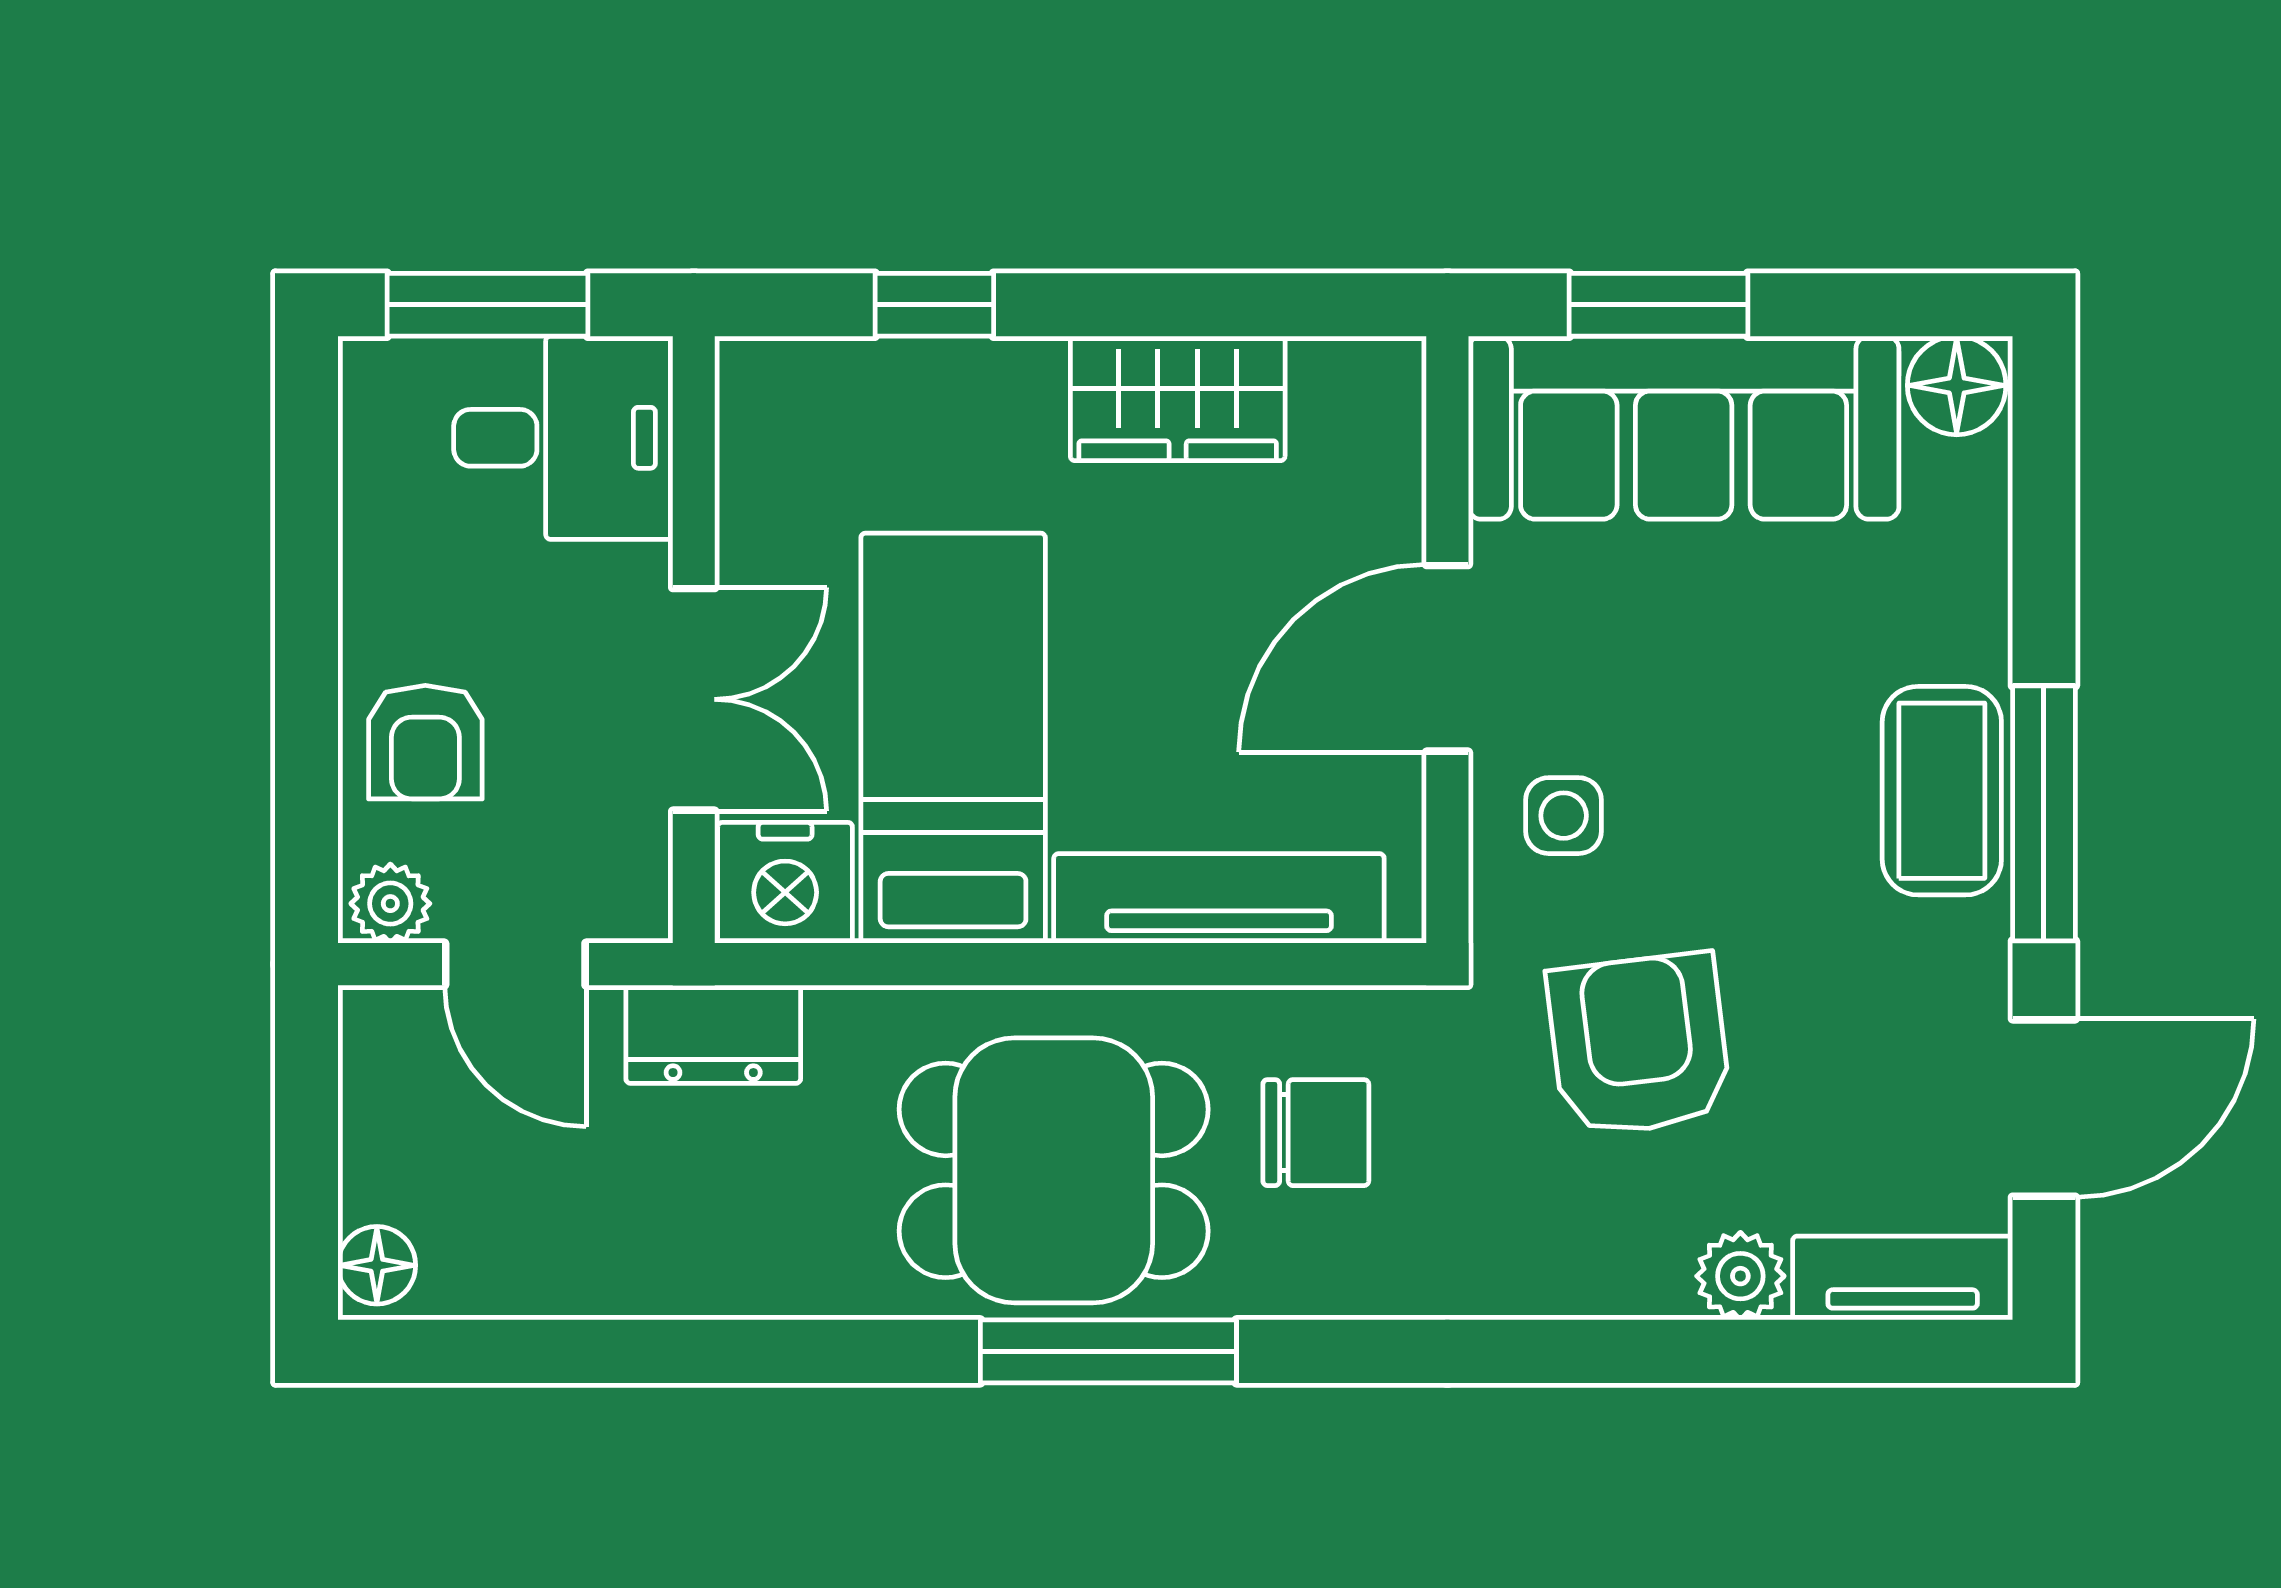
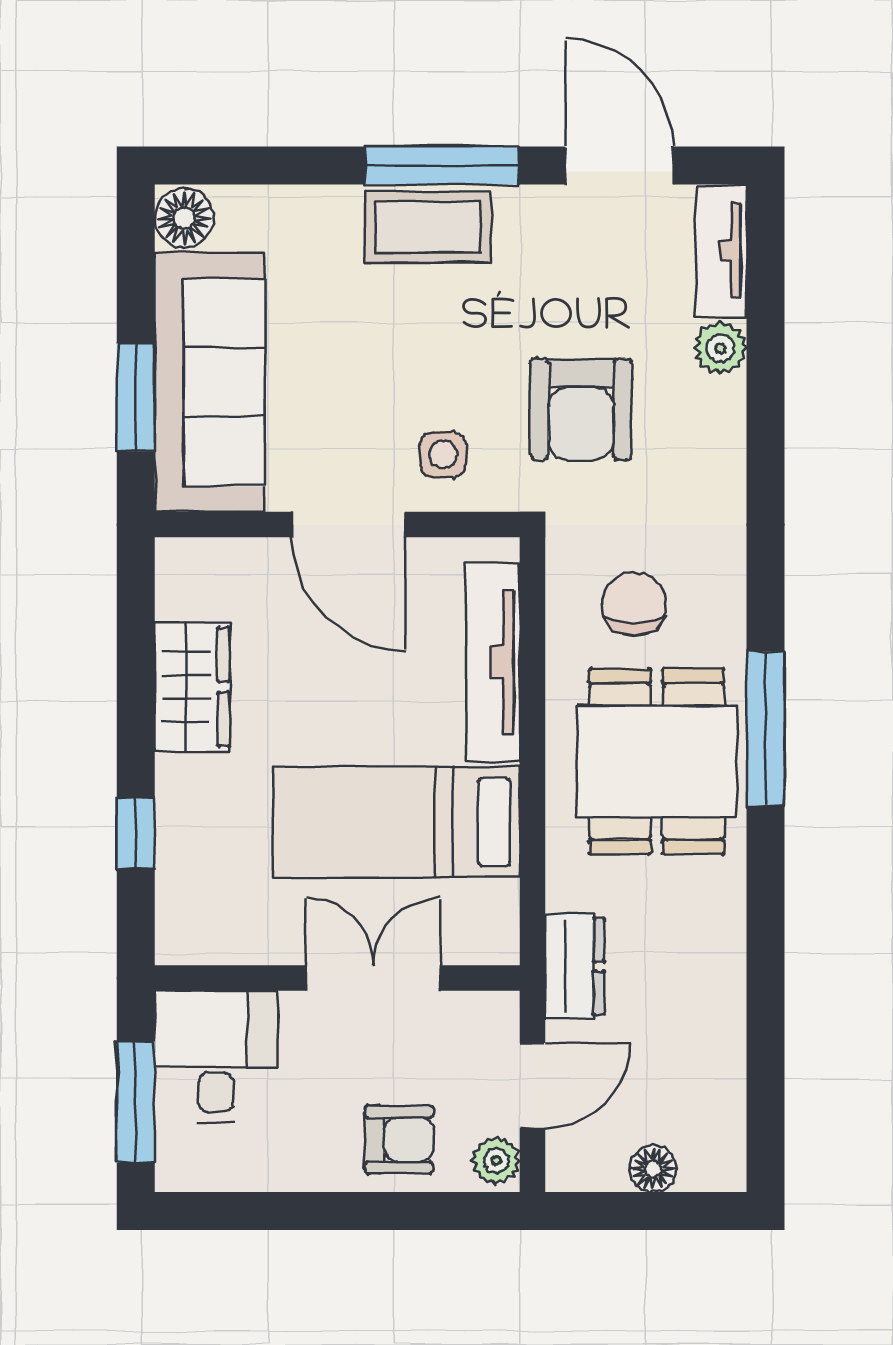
nightstand: (785, 883) -> (484, 923), removed
armchair: (1639, 1045) -> (581, 409), turned -83
floor lamp: (377, 1265) -> (653, 1169), moved

